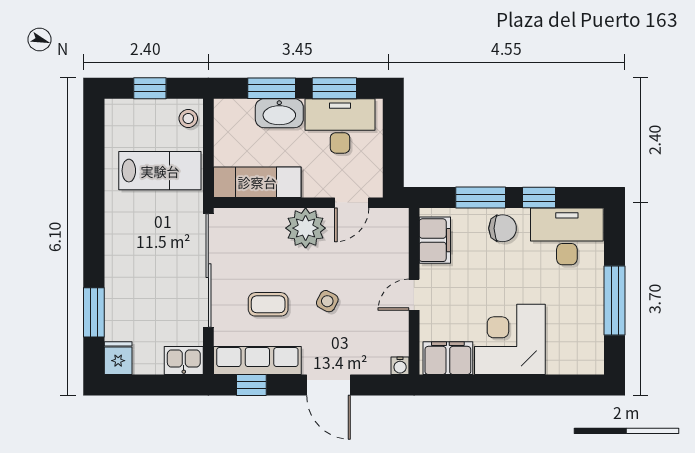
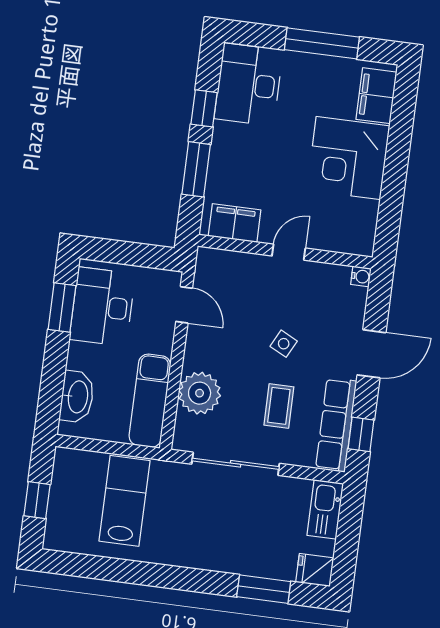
window: (272, 88) -> (54, 373), removed
washbasin: (279, 113) -> (77, 397), moved
stool: (188, 118) -> (74, 464), removed
plant: (306, 228) -> (200, 393), moved
chair: (503, 228) -> (231, 151), removed
sliding door: (208, 271) -> (236, 464), width x0.73
door: (414, 295) -> (289, 252), swing flipped
filing cabinet: (448, 358) -> (376, 96), moved
kitchen sink: (184, 360) -> (325, 509), width x1.38

